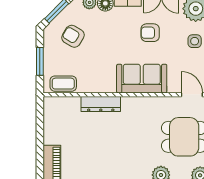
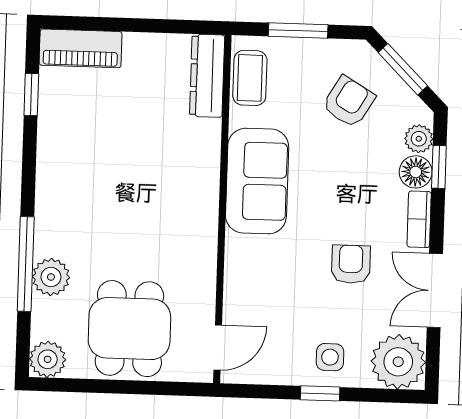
sofa: (142, 79) -> (257, 181), moved
dresser: (101, 104) -> (207, 76), moved

